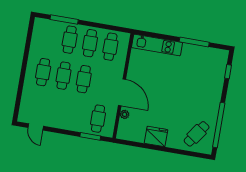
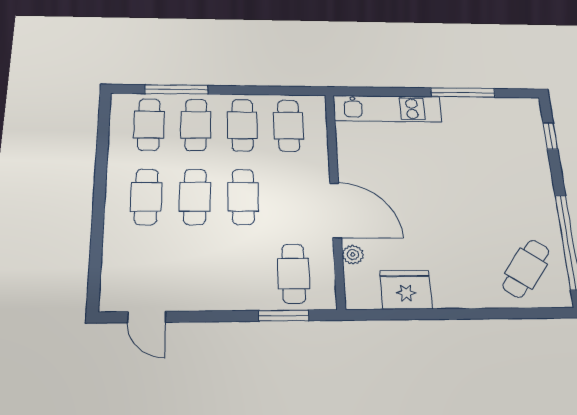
cafe table: (49, 36) -> (149, 124), added
fridge: (156, 136) -> (406, 290), moved

